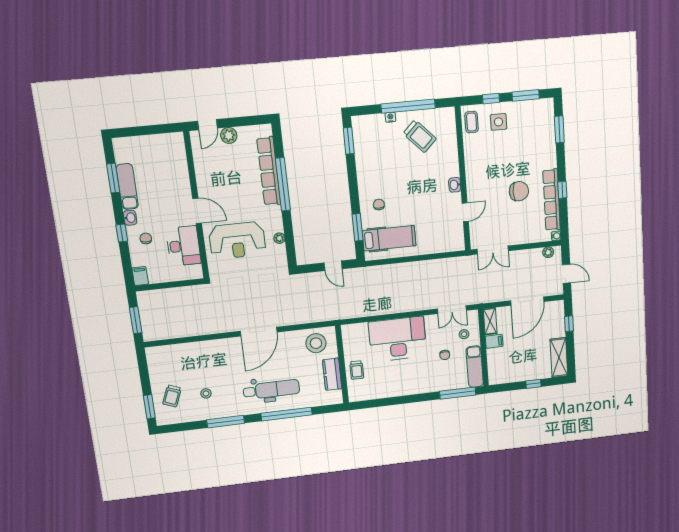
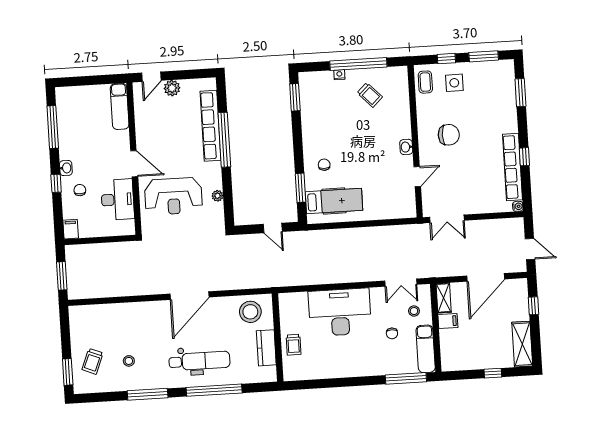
trolley: (420, 136) -> (370, 95), width x0.73, depth x0.72
window: (113, 178) -> (53, 127), width x1.44
exam couch: (127, 186) -> (120, 106), moved, turned 180
chair: (519, 191) -> (449, 135), moved
plant: (548, 252) -> (509, 224), removed

